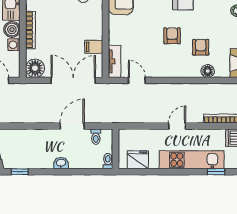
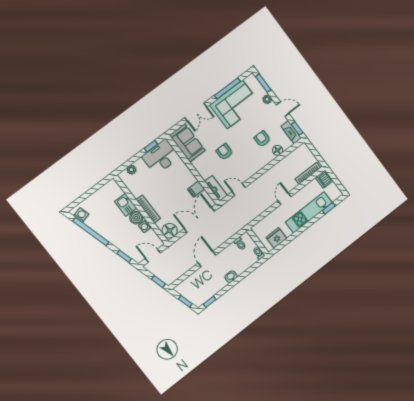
armchair: (172, 36) -> (224, 152), moved
door: (72, 126) -> (207, 259), moved

